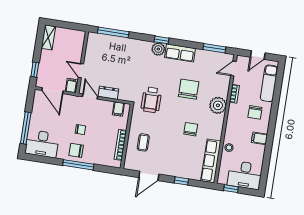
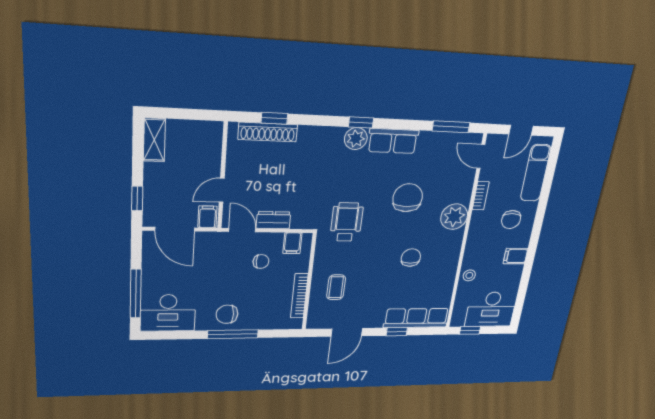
window: (113, 32) -> (274, 118), width x0.46
shoe rack: (109, 40) -> (268, 132), added
door: (233, 68) -> (481, 156), hinge flipped
door: (81, 71) -> (222, 190), hinge flipped
wheelchair: (151, 100) -> (347, 222), turned 180
chair: (80, 130) -> (261, 261), moved
row of seats: (211, 161) -> (416, 318), moved, turned 90

